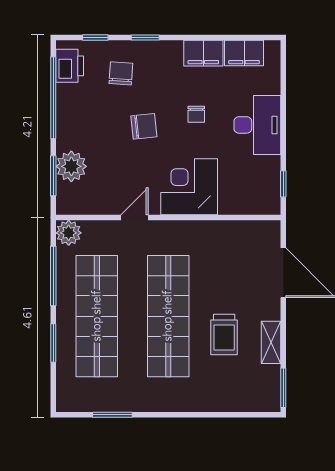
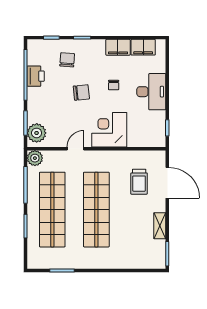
printer: (70, 66) -> (36, 76), moved
plant: (71, 166) -> (37, 133), moved
trolley: (224, 335) -> (139, 182), moved

